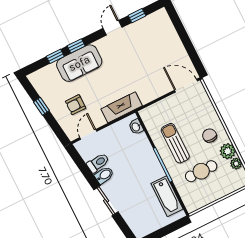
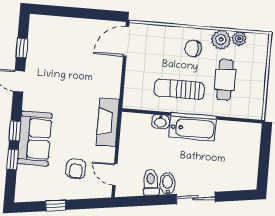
washbasin: (136, 127) -> (160, 122), moved
bathtub: (167, 196) -> (192, 128), moved

